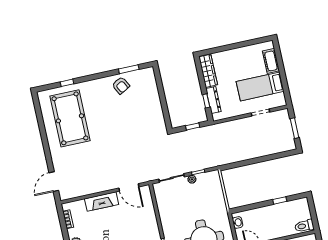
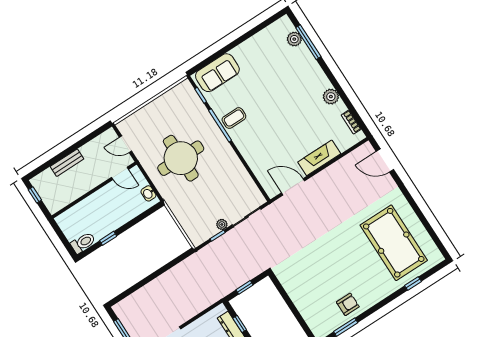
armchair: (121, 85) -> (348, 304), turned 118
door: (54, 182) -> (385, 160), swing flipped
toilet: (304, 226) -> (83, 243), moved

